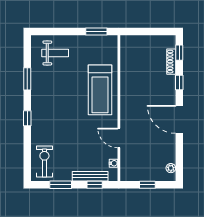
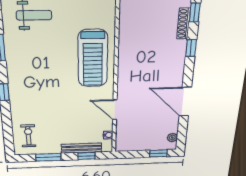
door: (179, 119) -> (185, 102), moved
exercise bike: (44, 161) -> (28, 136), width x0.73, depth x0.72
window: (147, 185) -> (158, 153), moved

